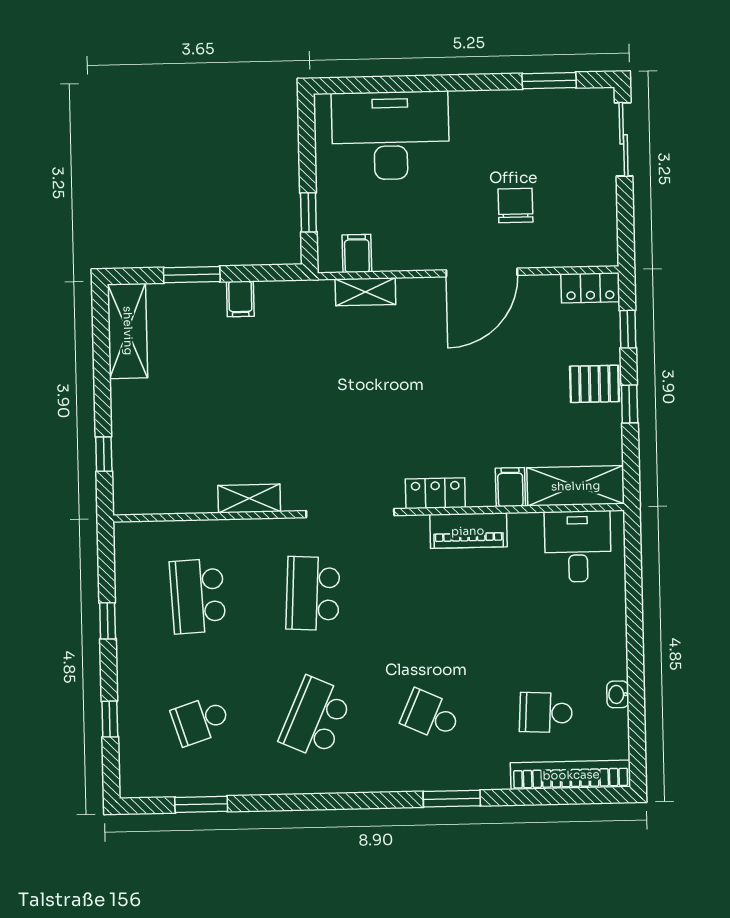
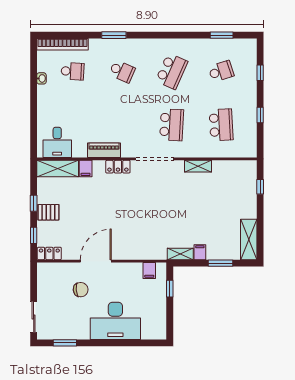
desk: (390, 136) -> (115, 321), moved
chair: (515, 206) -> (81, 290), turned -95
shelving: (365, 292) -> (180, 254), moved

